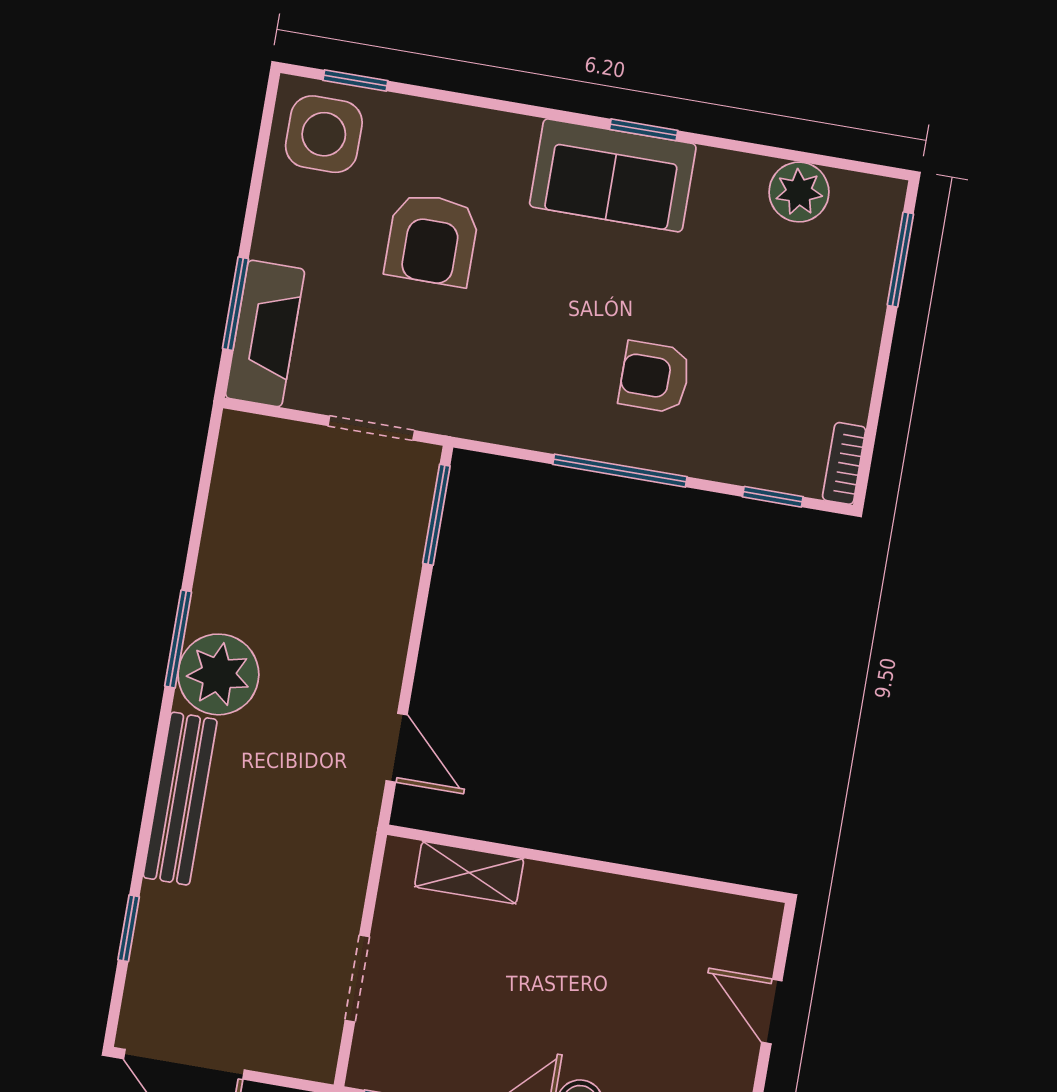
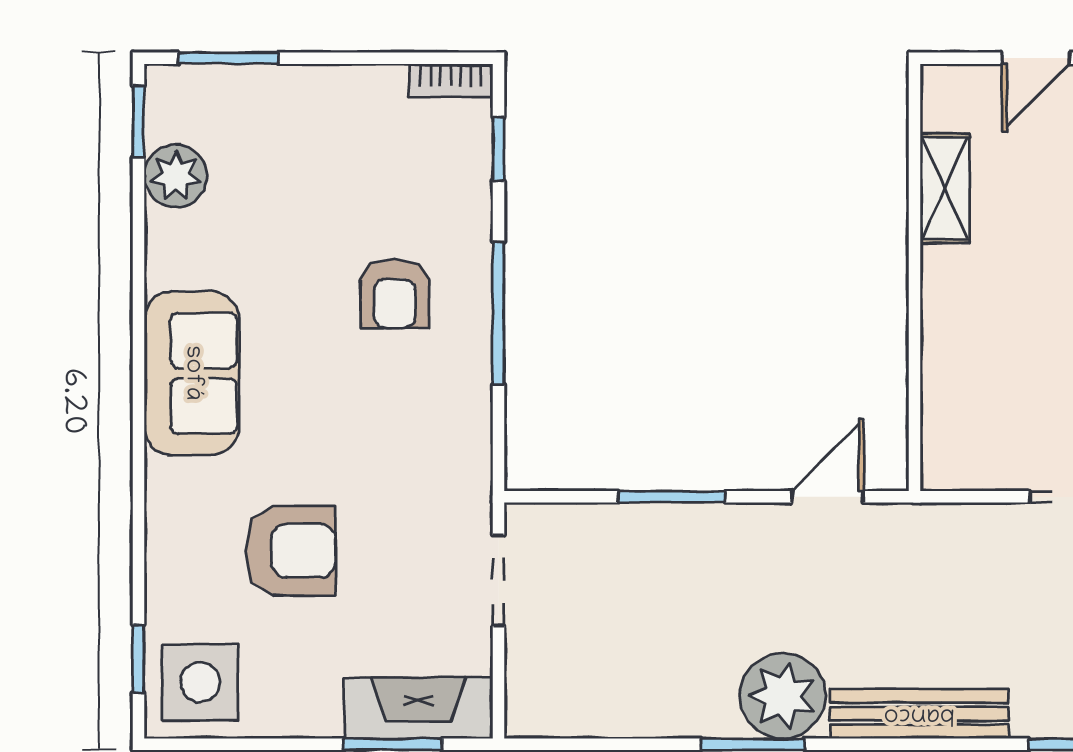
window: (644, 130) -> (138, 122), moved
window: (436, 515) -> (672, 497), moved
shelving: (469, 873) -> (945, 188), moved

